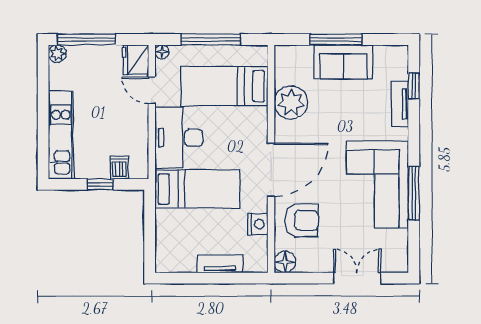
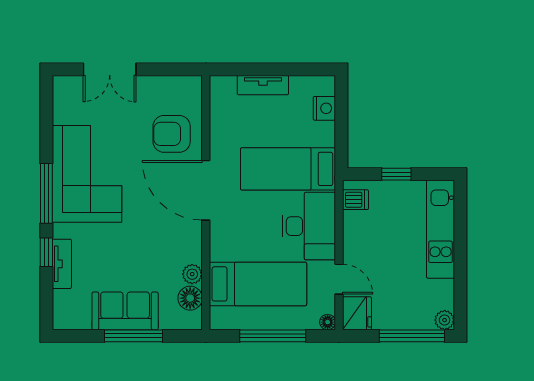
window: (414, 86) -> (46, 252), moved
plant: (291, 103) -> (192, 274), width x0.53, depth x0.53
dishwasher: (119, 167) -> (355, 200), moved, turned -90
door: (271, 170) -> (206, 190), hinge flipped
window: (414, 193) -> (46, 193), moved
nightstand: (258, 224) -> (324, 108), moved, turned 180
floor lamp: (285, 262) -> (190, 298), moved

